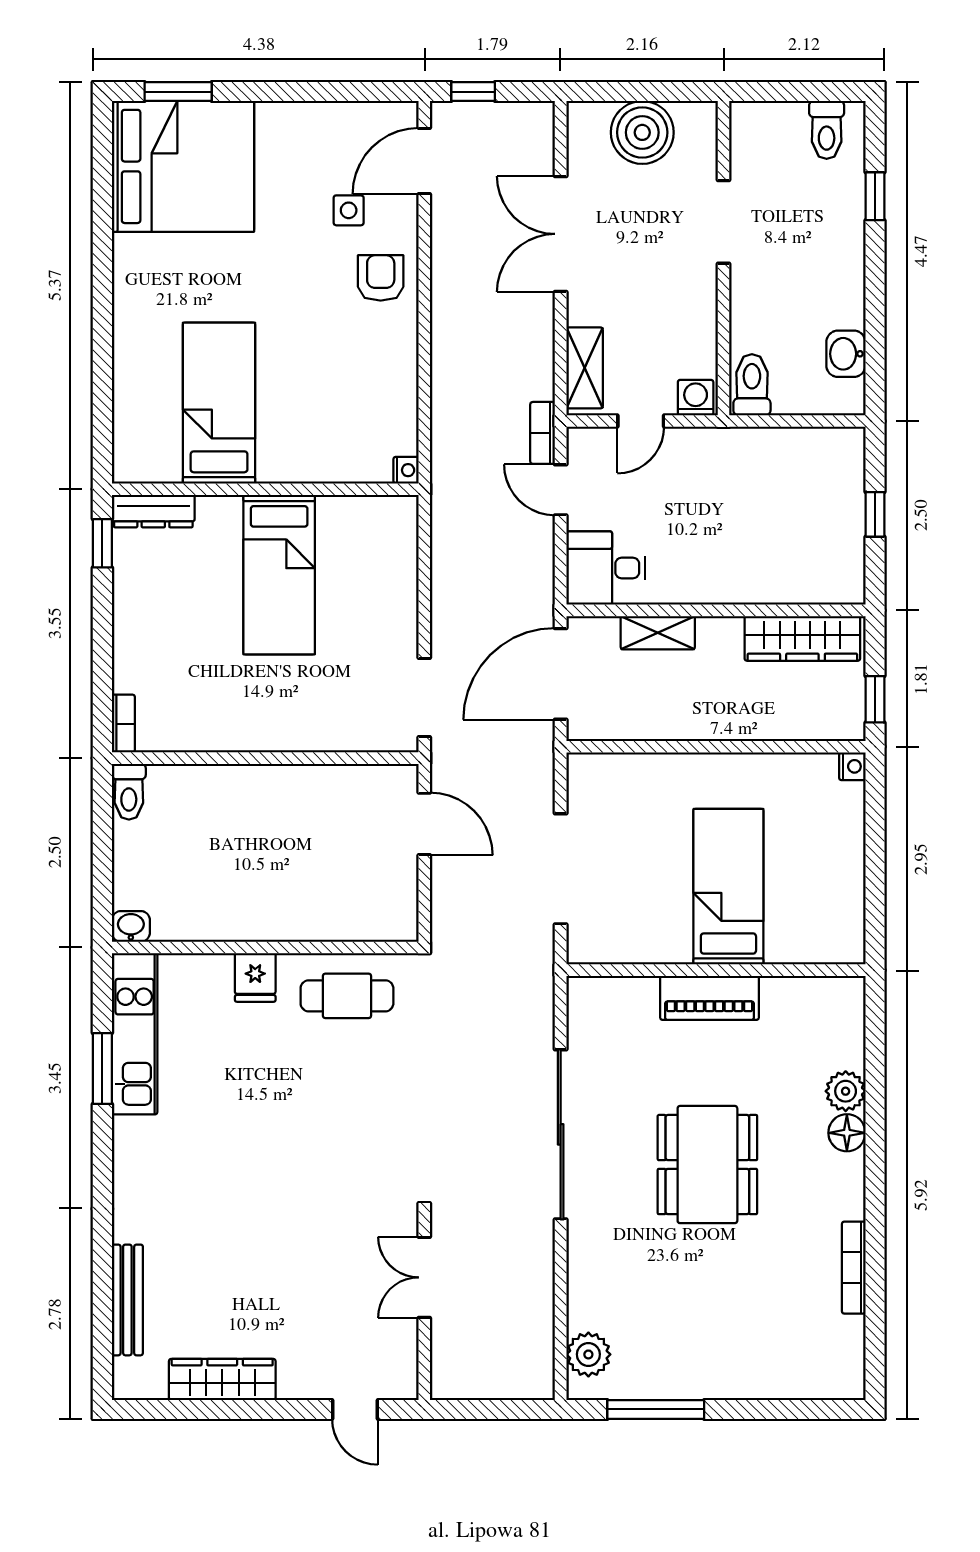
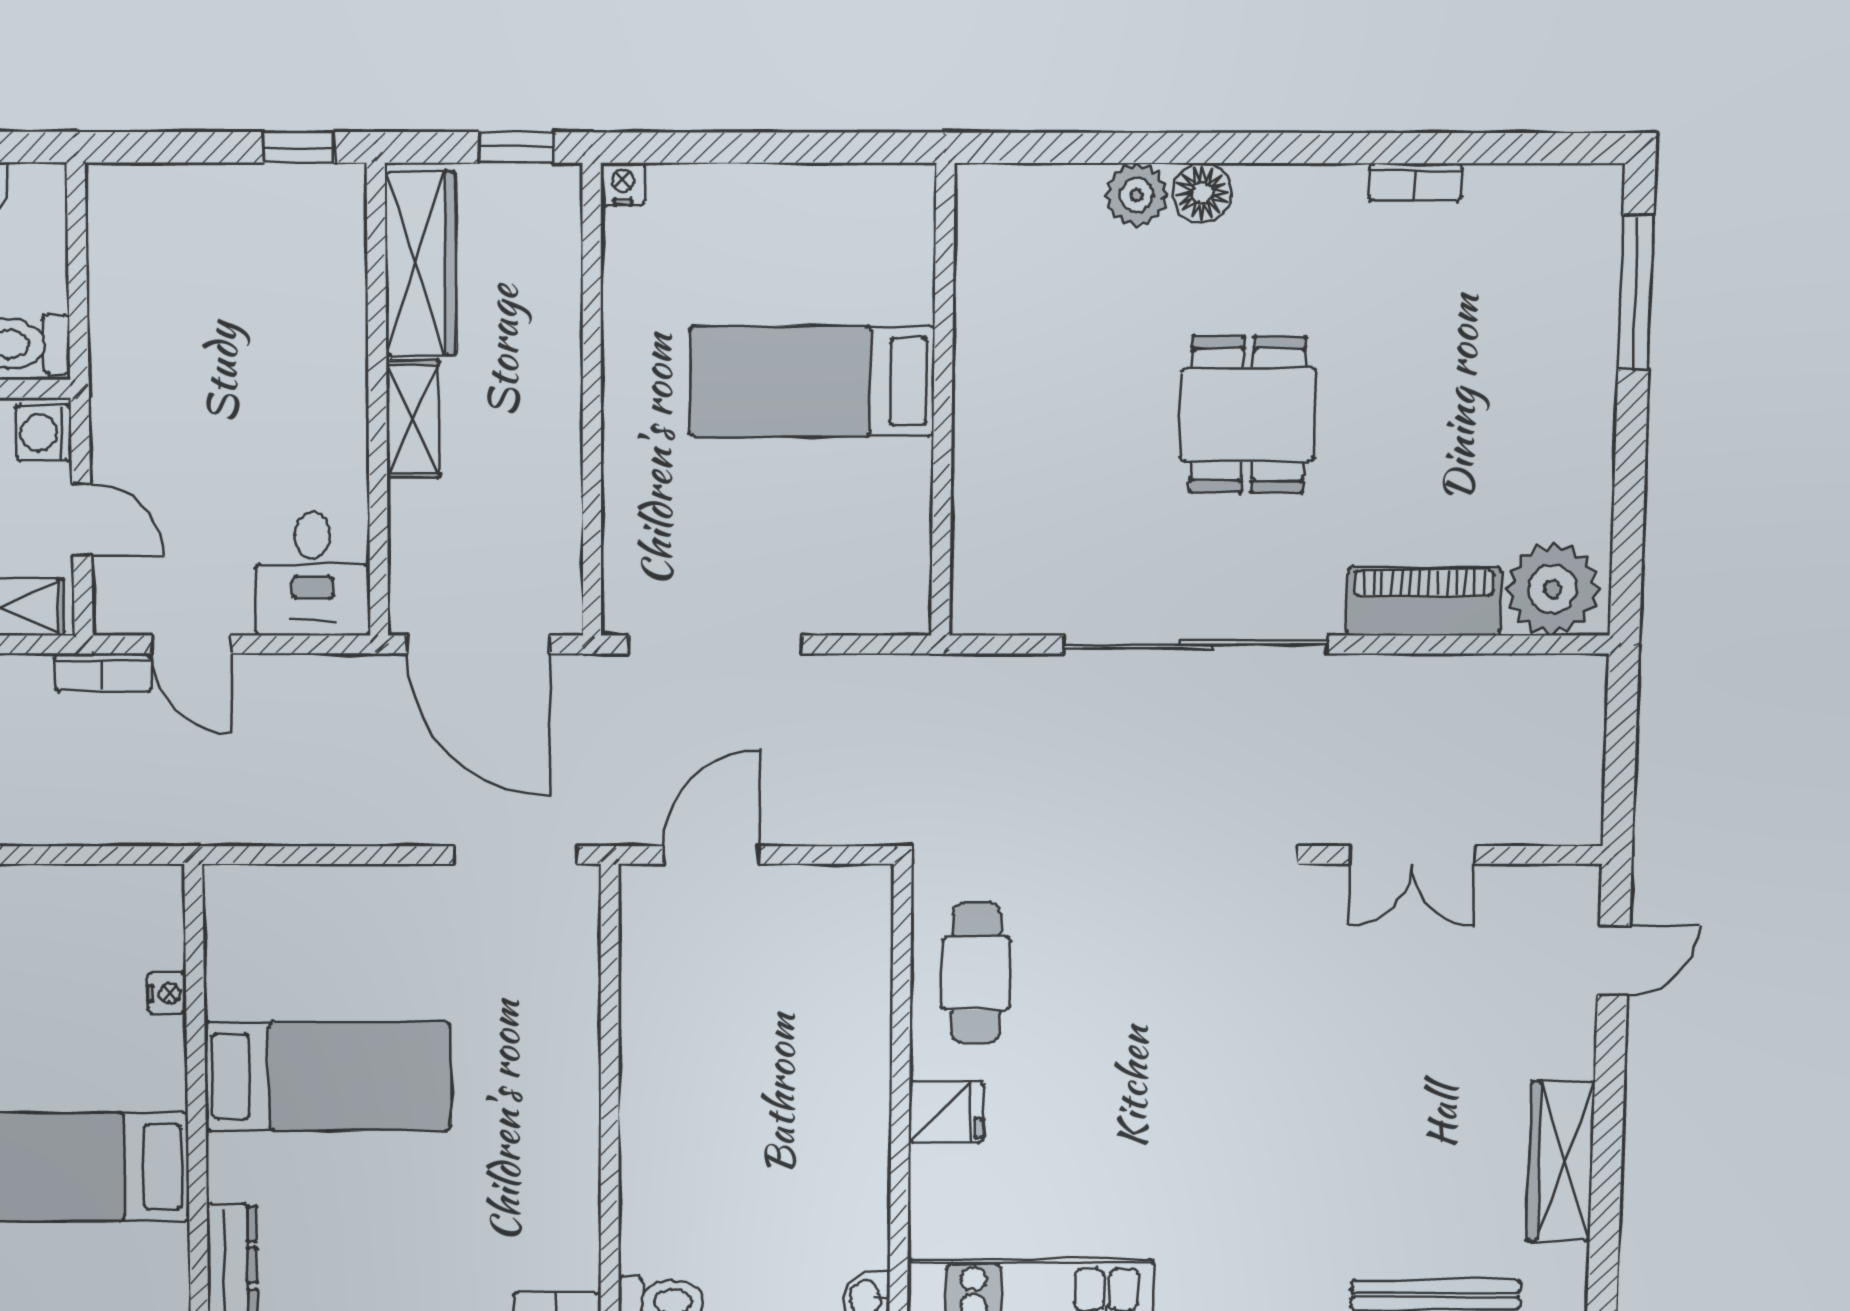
nightstand: (406, 470) -> (167, 993), moved, turned 90
door: (561, 490) -> (191, 644), hinge flipped
window: (875, 514) -> (298, 147), moved
shelving: (658, 633) -> (413, 419), moved
doorway: (561, 869) -> (715, 644), moved
piano: (709, 998) -> (1424, 601), moved, turned -90
dining table: (707, 1165) -> (1248, 415), width x0.73
bookcase: (854, 1268) -> (1415, 182), width x0.64
plant: (588, 1354) -> (1553, 589), width x1.36, depth x1.36
window: (656, 1409) -> (1636, 293), moved

